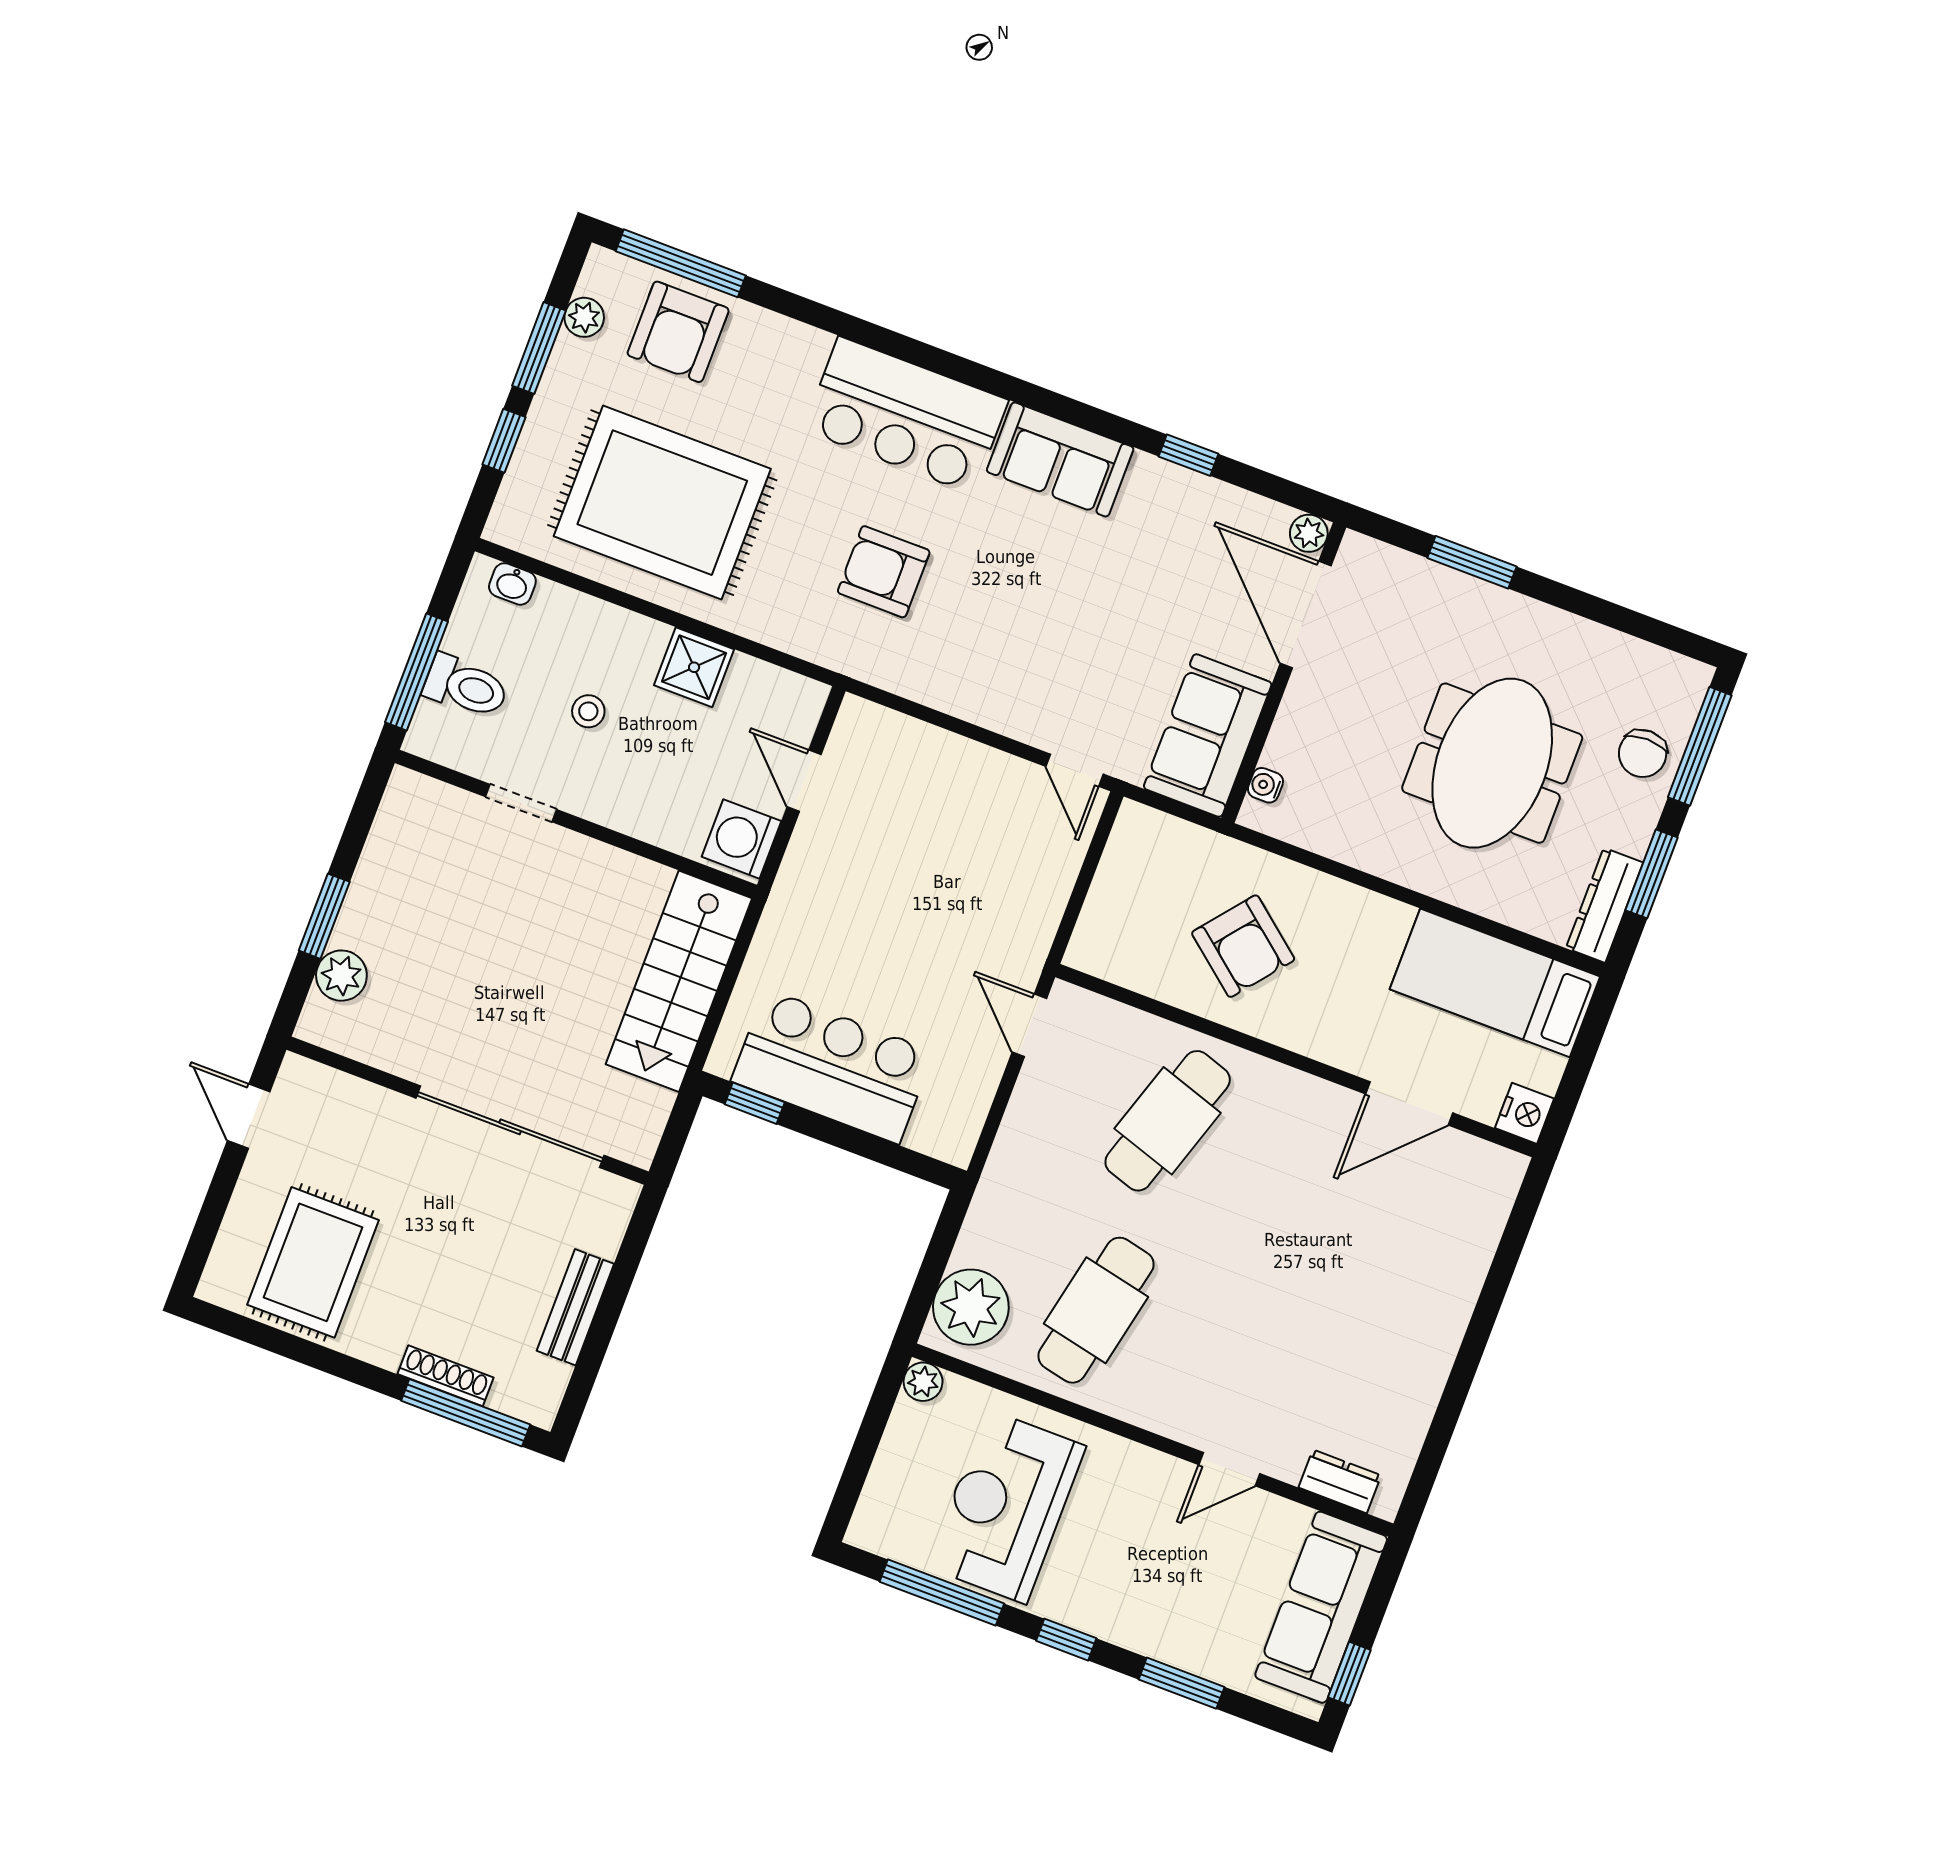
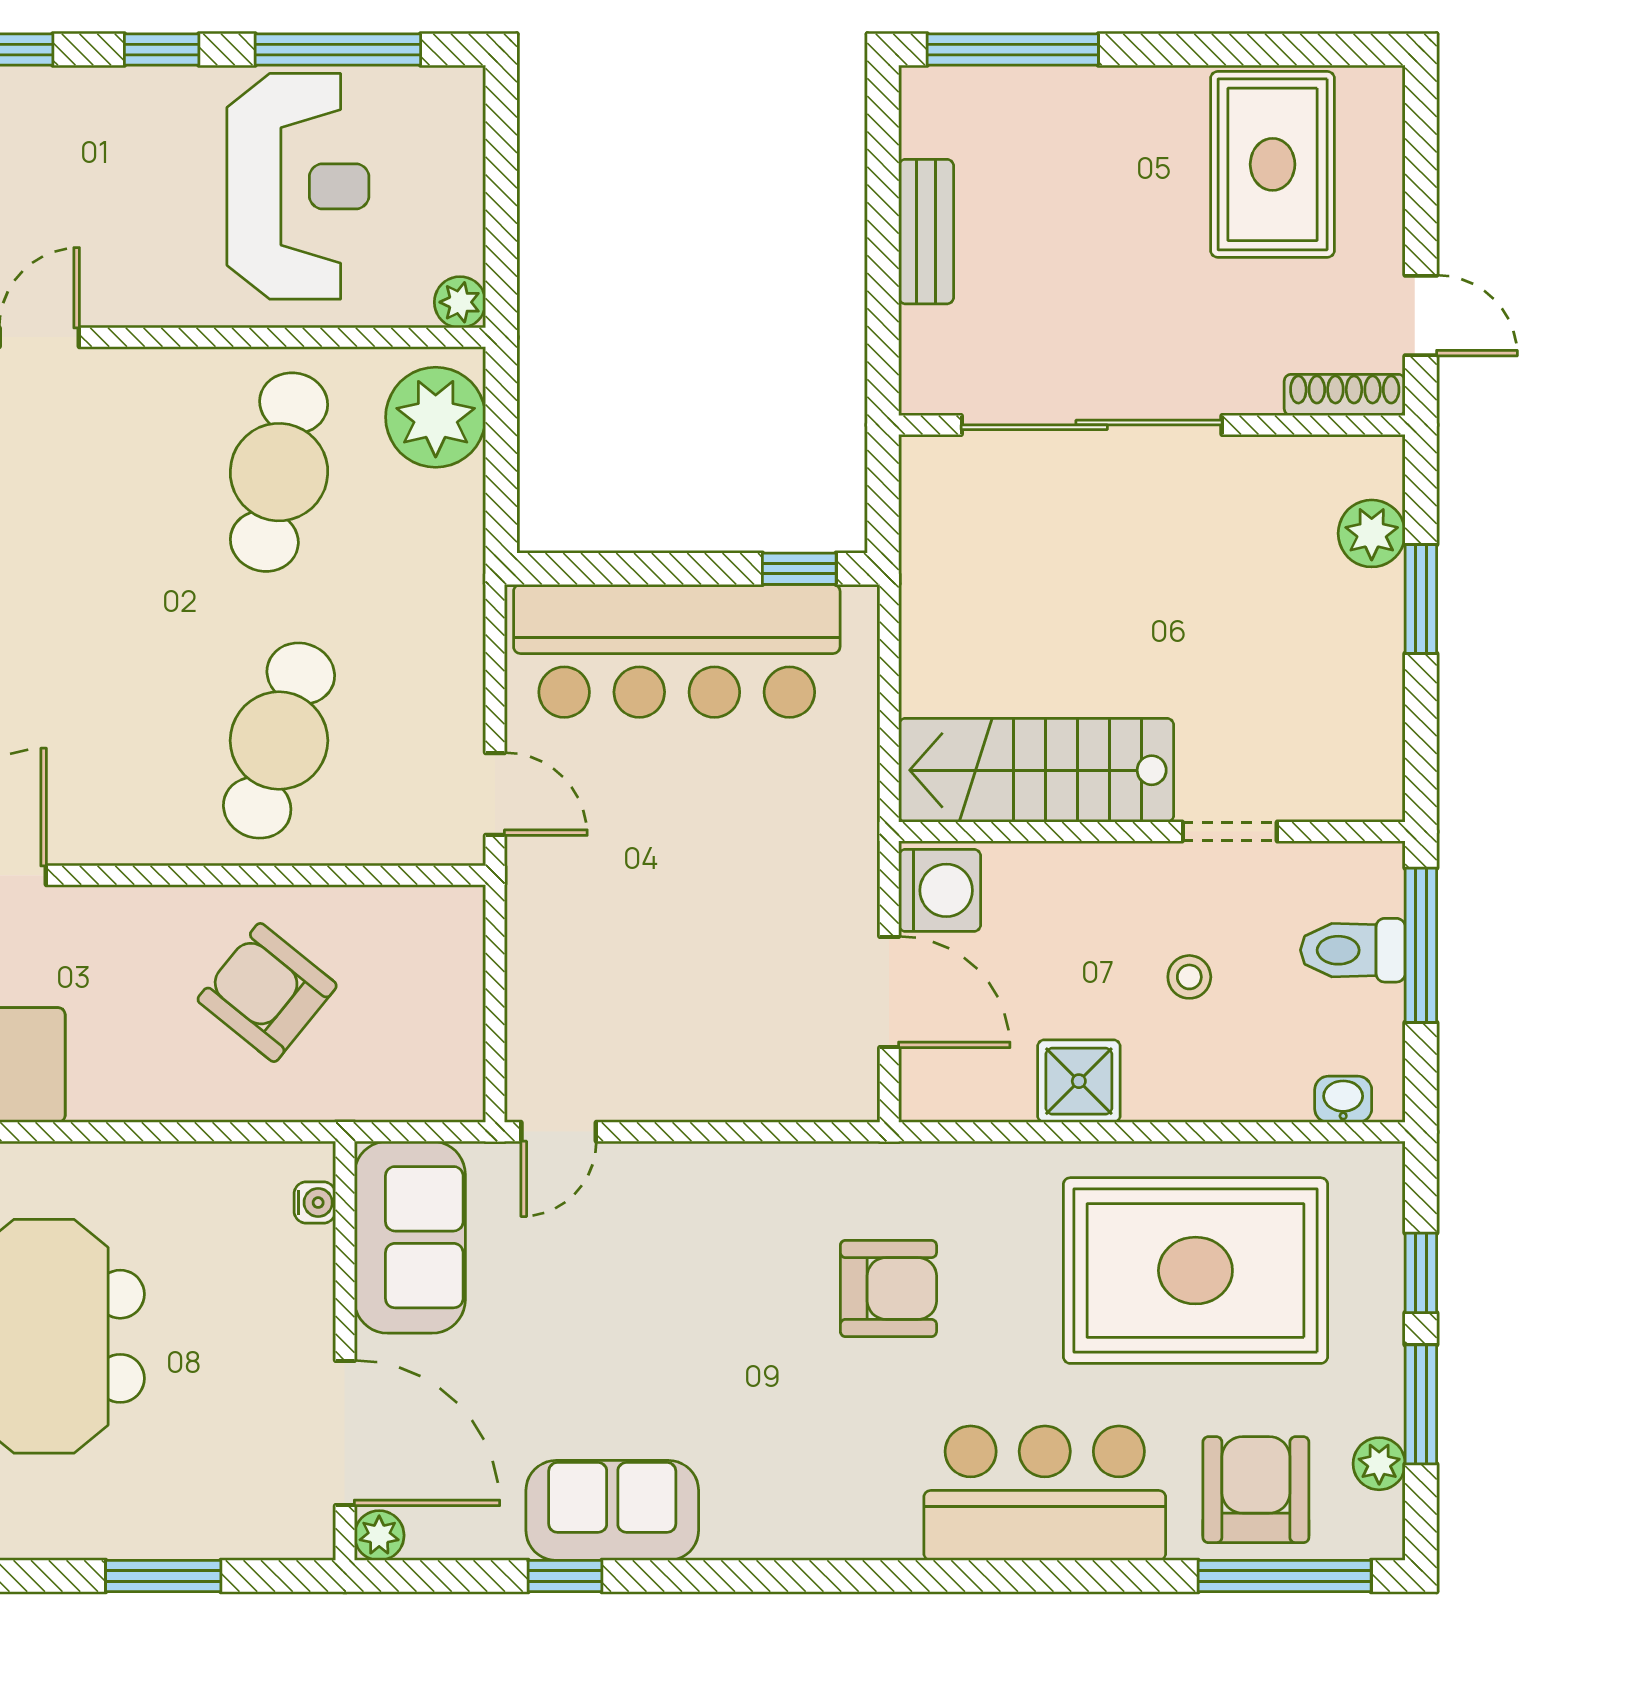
bar counter: (906, 415) -> (1045, 1493), moved
sofa: (1060, 459) -> (612, 1510), moved
door: (1075, 770) -> (559, 1132), swing flipped
door: (804, 781) -> (889, 992), width x1.37
stairs: (679, 981) -> (1036, 770), moved, turned -90
bar counter: (832, 1066) -> (677, 651), width x1.36
shoe rack: (445, 1376) -> (1345, 395), moved, turned 180

